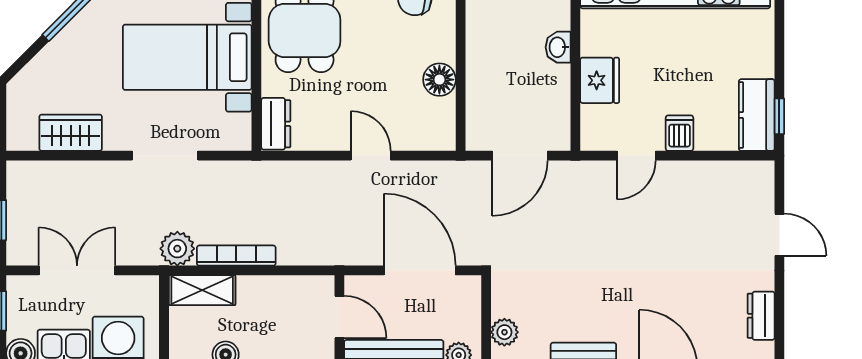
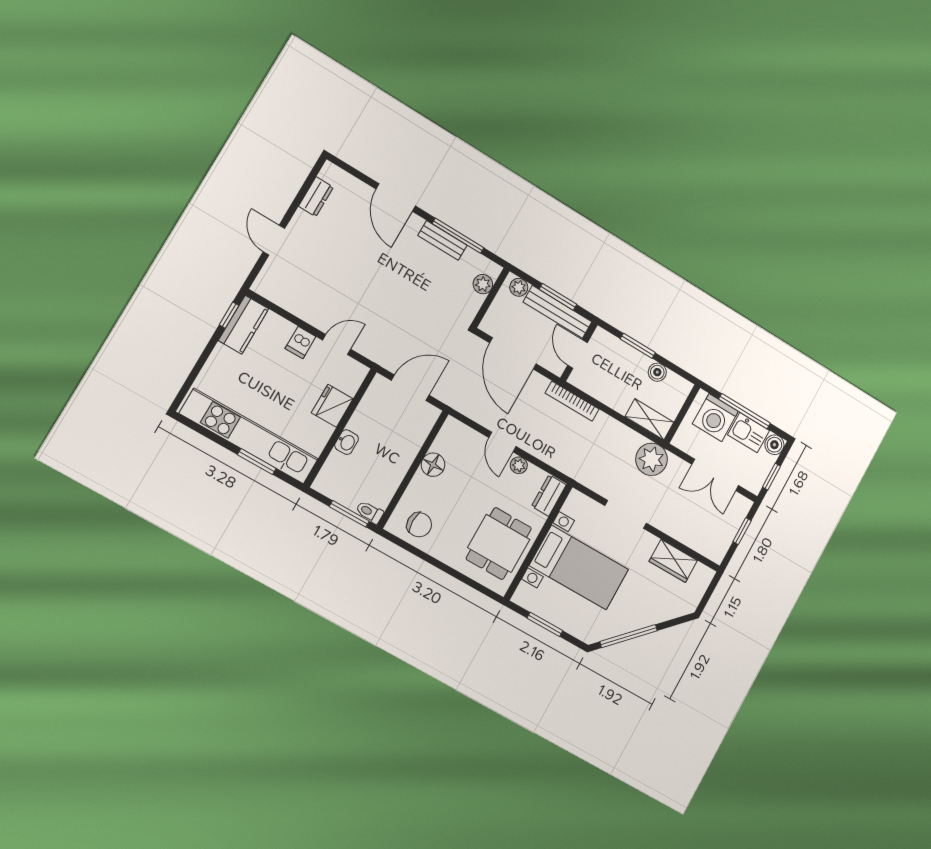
plant: (334, 139) -> (519, 465), added
plant: (177, 249) -> (651, 459), width x1.36, depth x1.36
bookcase: (236, 256) -> (572, 401), moved

